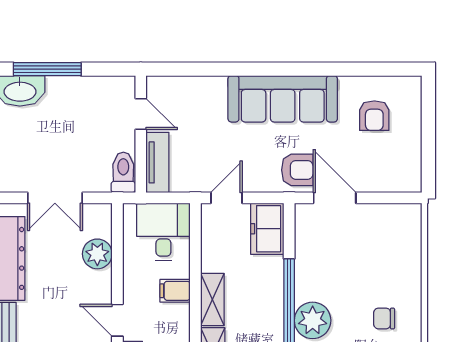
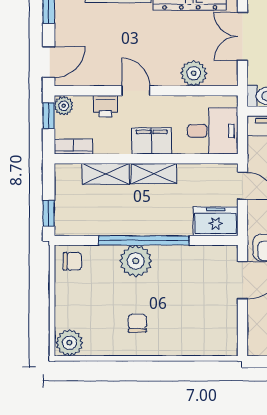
filing cabinet: (175, 291) -> (152, 141), width x2.00
door: (117, 320) -> (136, 91), hinge flipped

